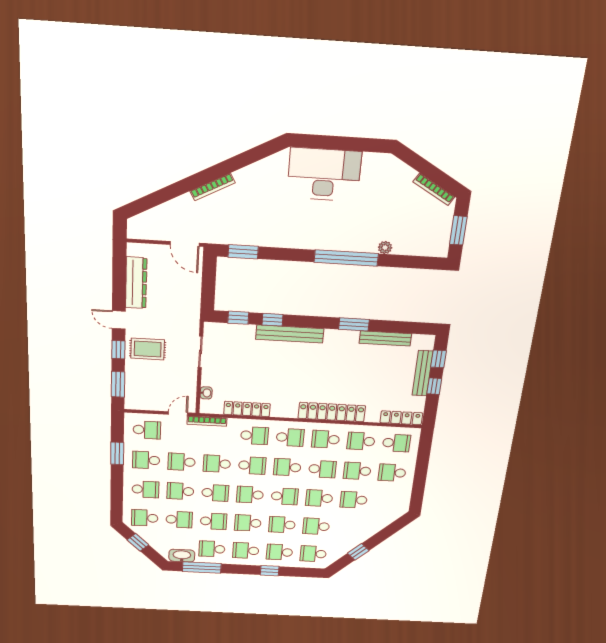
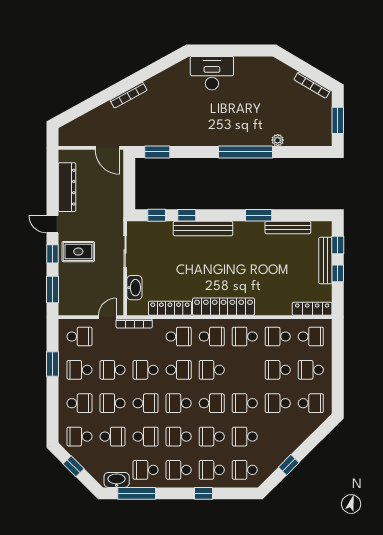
desk: (324, 175) -> (212, 73), width x0.73, depth x0.77
washbasin: (206, 393) -> (134, 288), width x1.91, depth x1.45
locker: (332, 412) -> (224, 307), moved
school desk: (322, 469) -> (311, 403), moved

